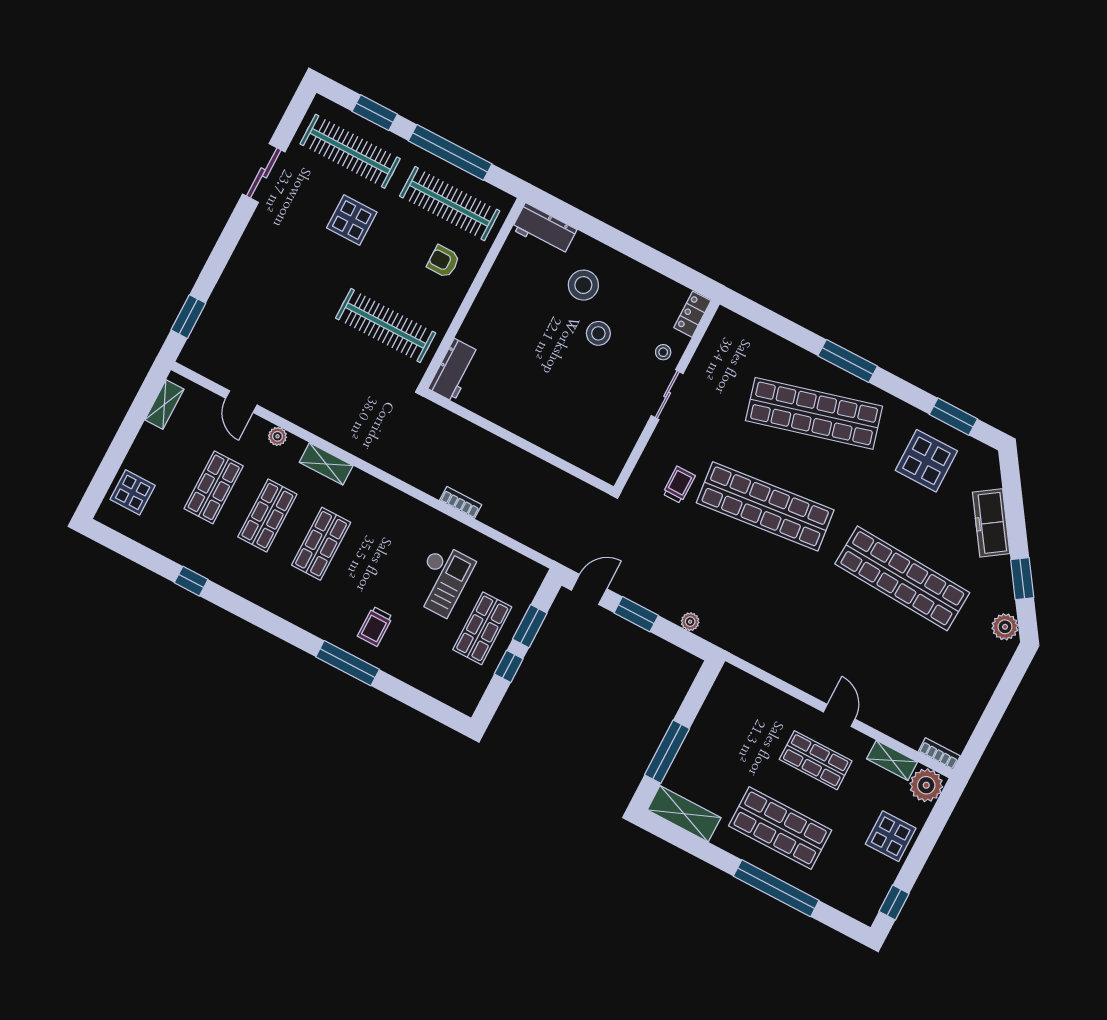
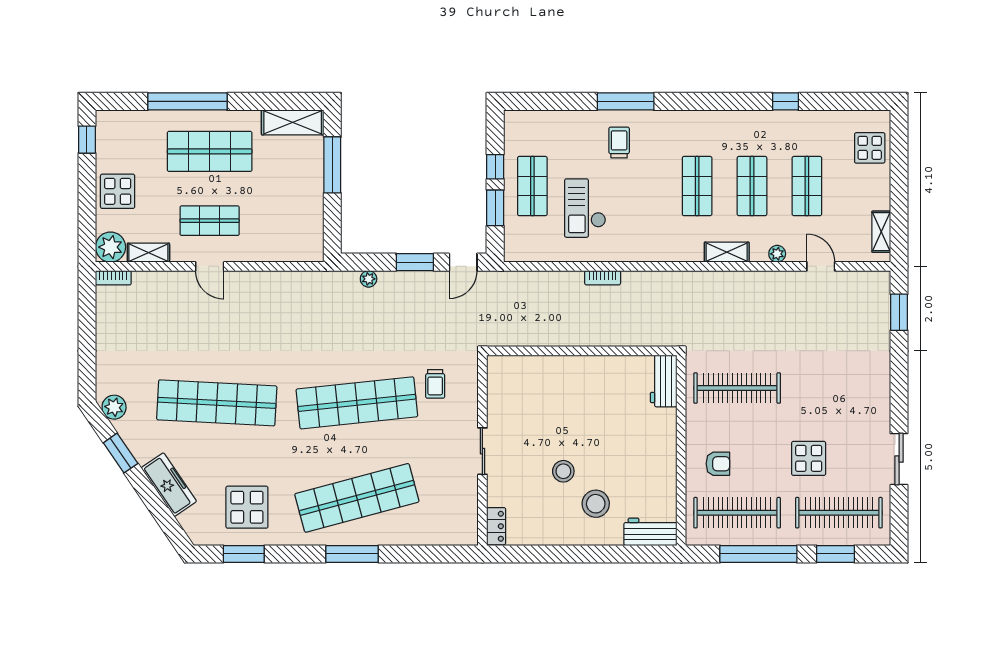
stool: (663, 352) -> (504, 483), removed

